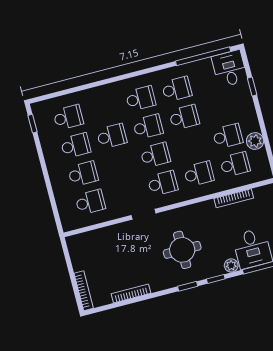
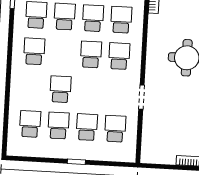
window: (33, 124) -> (76, 162), moved
school desk: (148, 127) -> (93, 18), moved
doorway: (143, 214) -> (141, 97), moved

